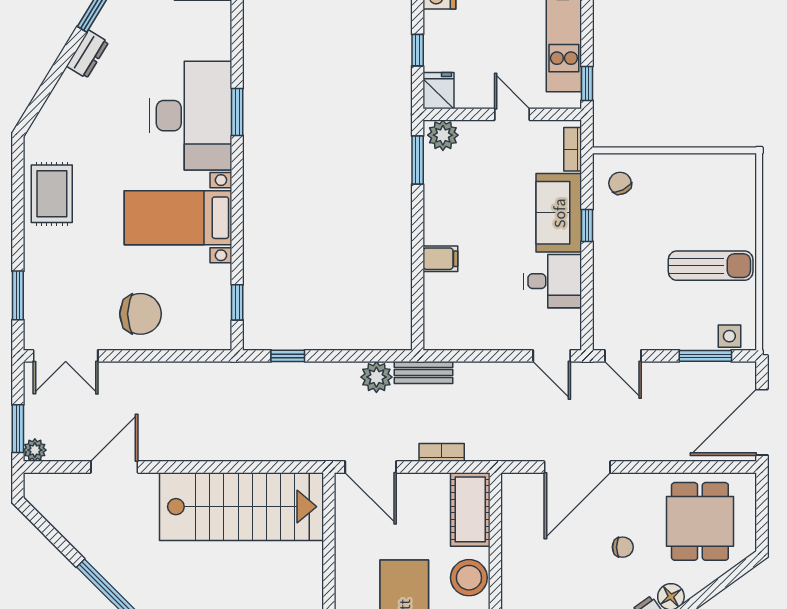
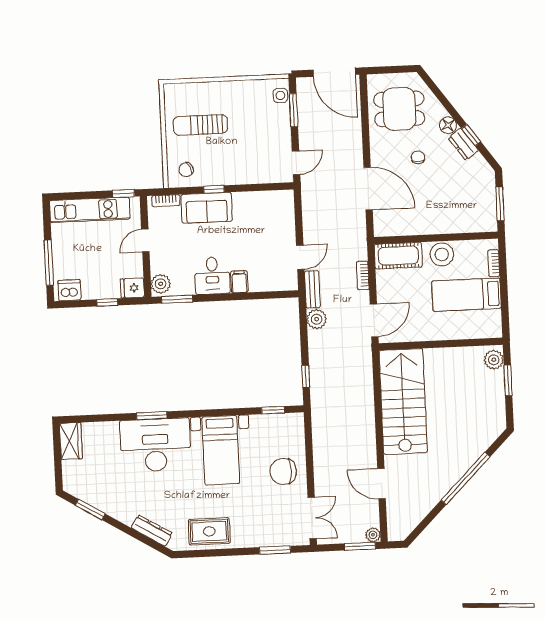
dresser: (88, 54) -> (152, 531), moved, width x1.44
sun lounger: (711, 266) -> (200, 125), moved, turned -90
desk: (553, 281) -> (212, 276), moved, turned 180
chair: (141, 314) -> (283, 471), turned -90
door: (552, 356) -> (300, 257), moved

